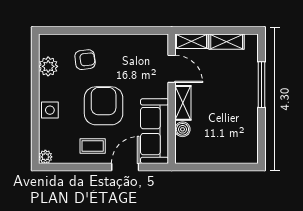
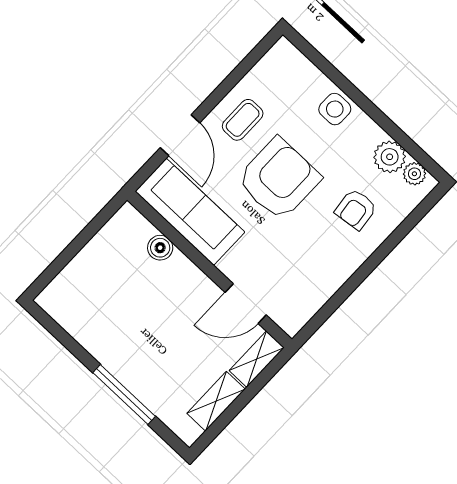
shelving: (183, 103) -> (192, 278), removed
armchair: (104, 106) -> (279, 179), turned -90
plant: (45, 157) -> (414, 174), moved

